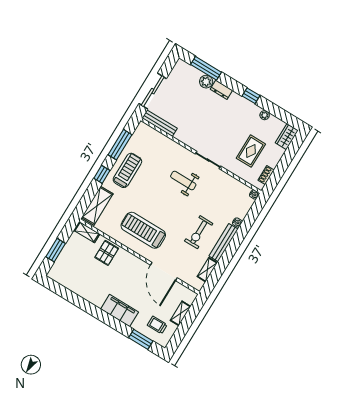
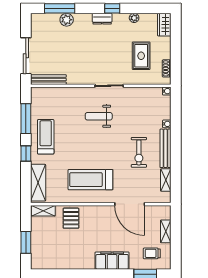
dresser: (221, 90) -> (102, 19), moved

